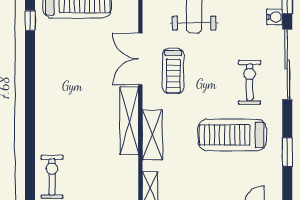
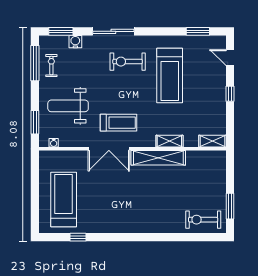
sliding door: (287, 64) -> (113, 31), width x0.73
shelving: (152, 135) -> (169, 141), width x0.67, depth x0.75
window: (287, 152) -> (198, 31), moved

